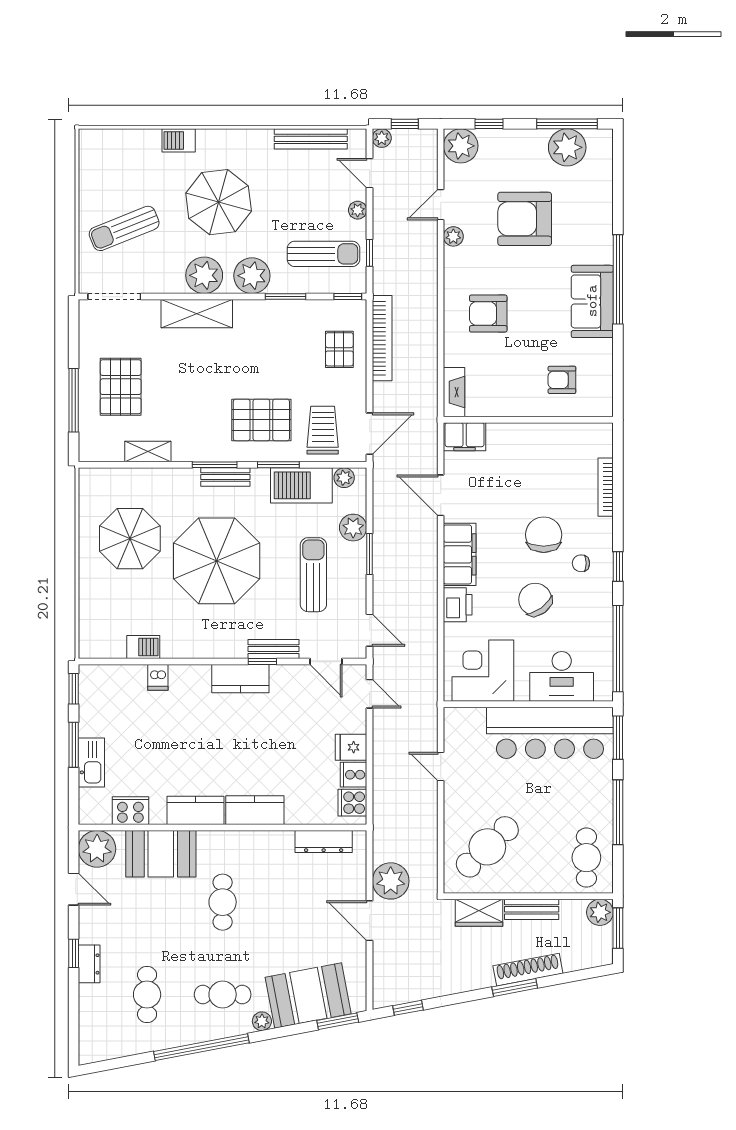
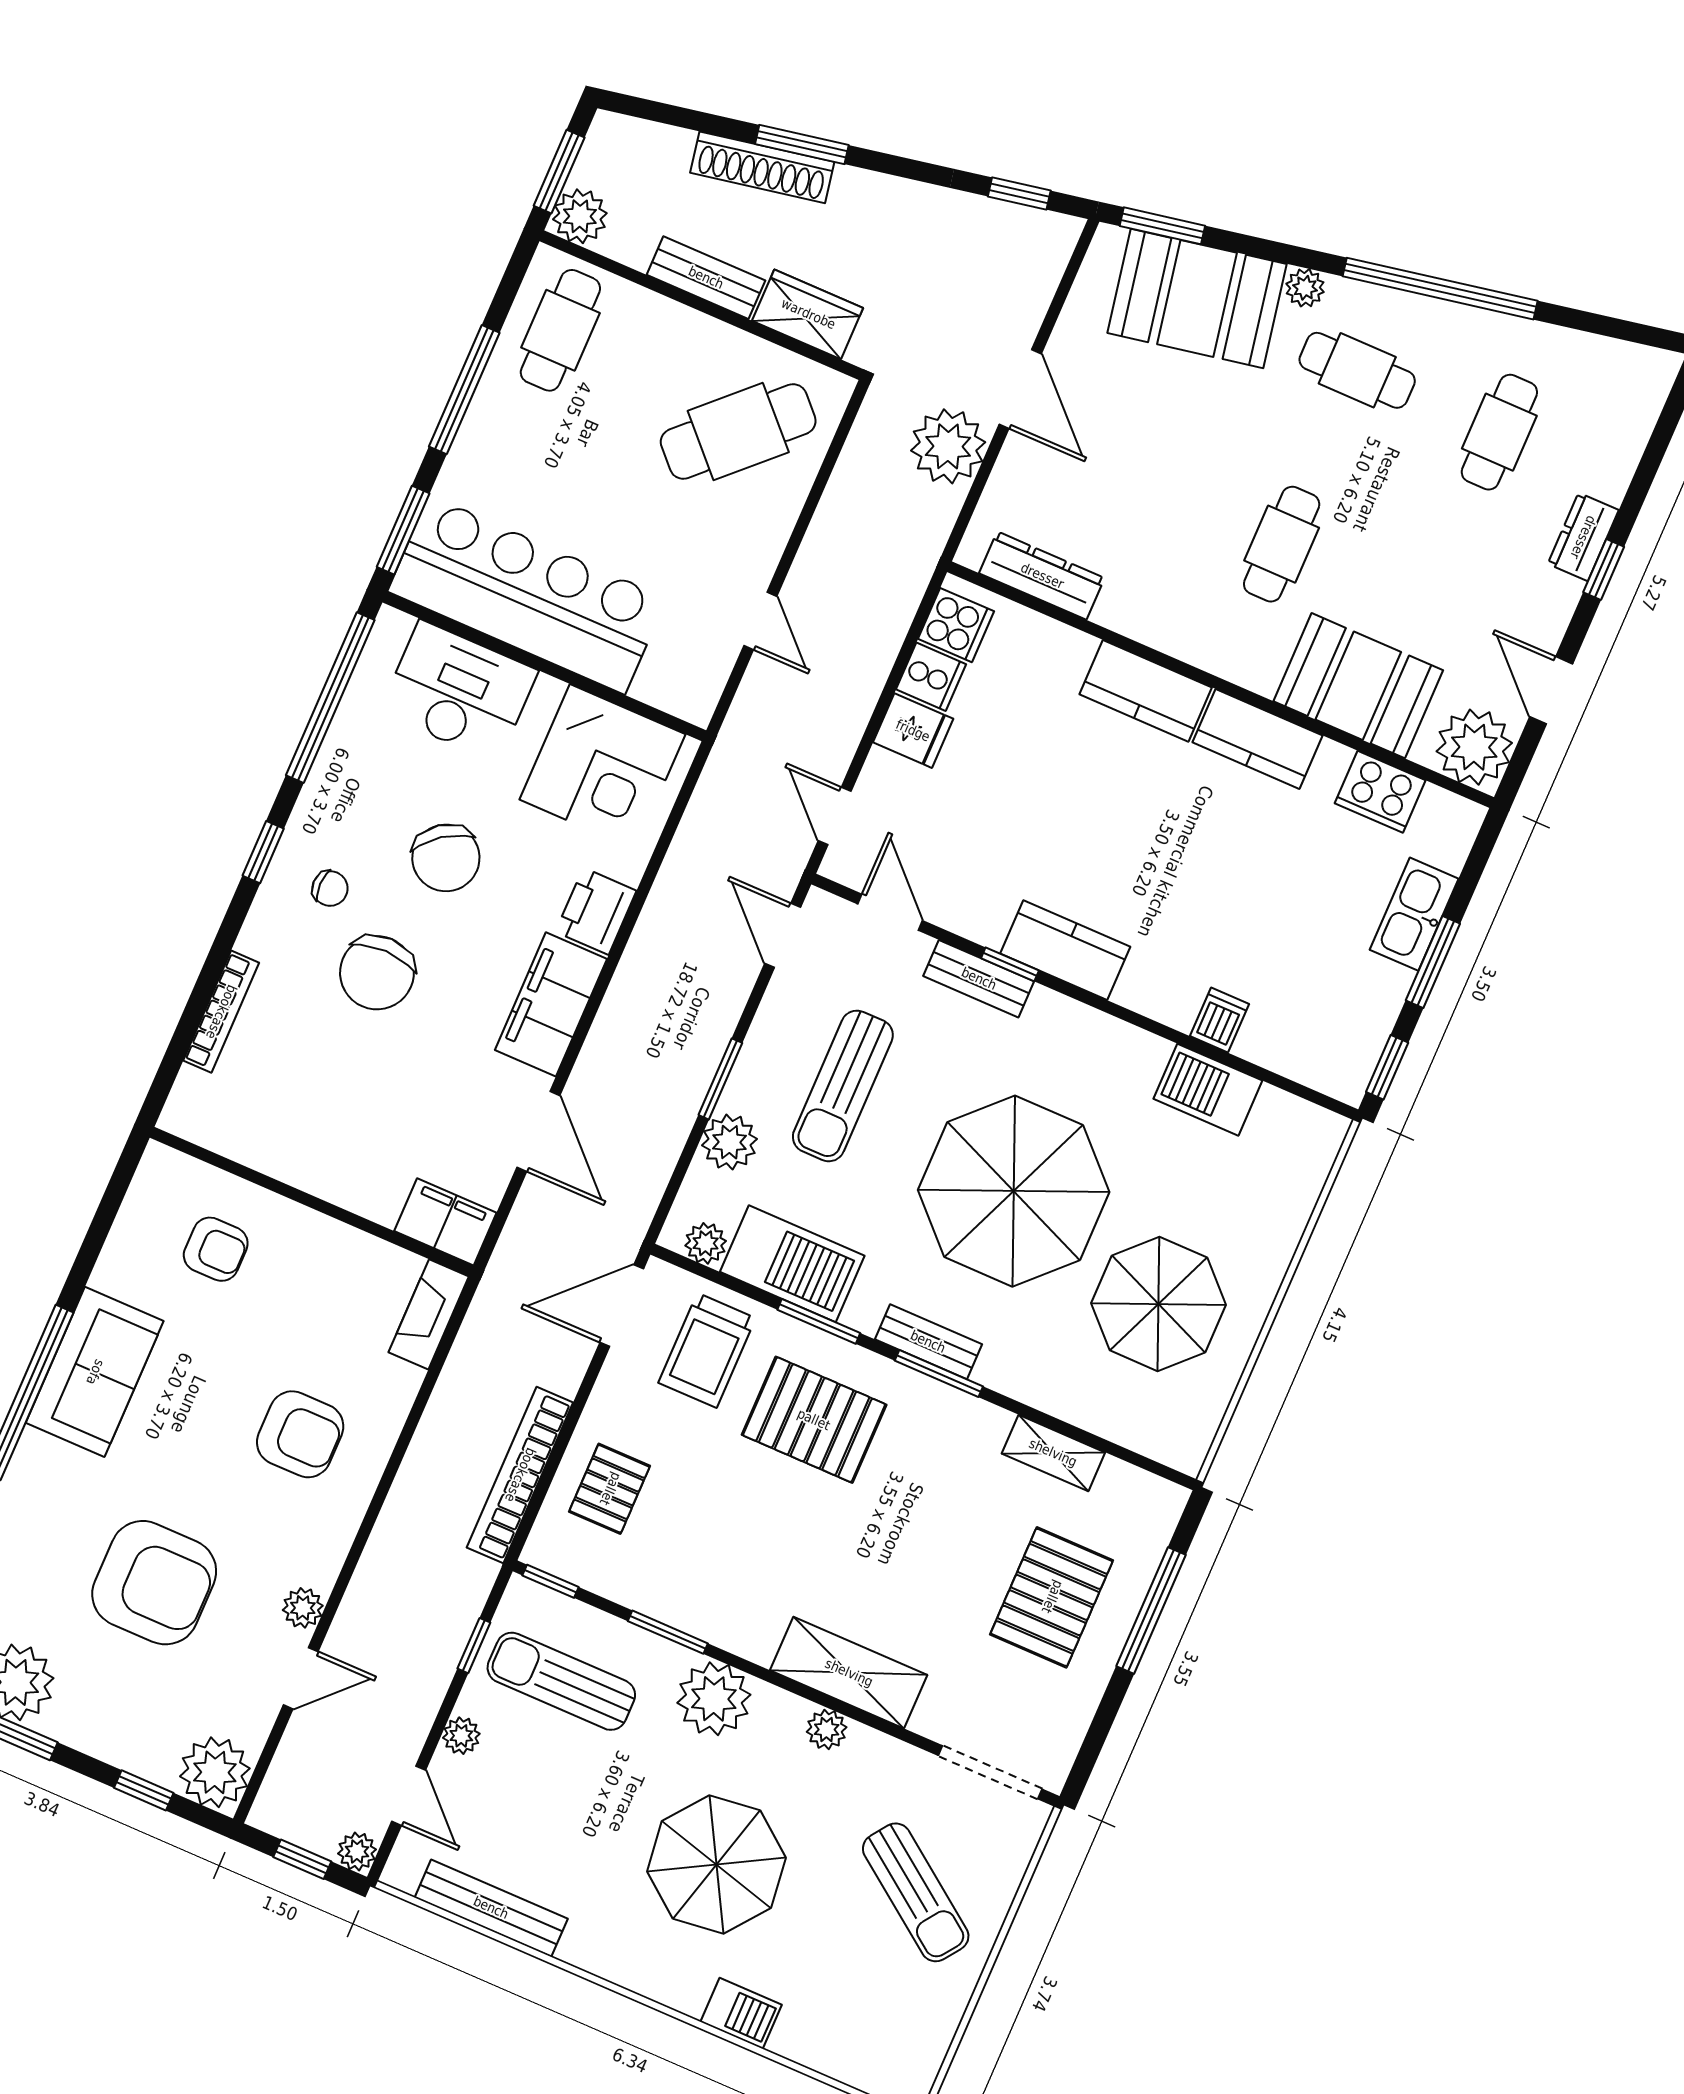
sun lounger: (124, 228) -> (916, 1892), turned 58
plant: (204, 275) -> (827, 1730), width x0.53, depth x0.53
barbecue: (143, 647) -> (1208, 1090), width x1.38, depth x1.27

